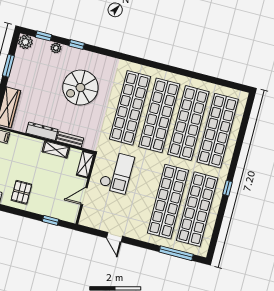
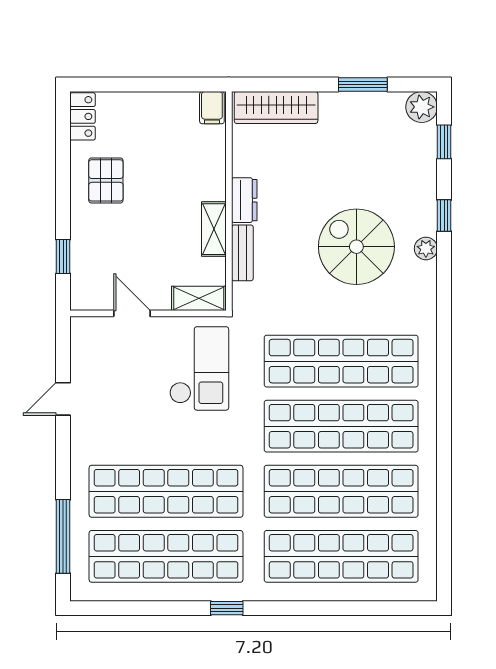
plant: (56, 48) -> (426, 249), moved
dresser: (42, 131) -> (244, 200), width x0.70
checkout: (117, 172) -> (199, 368), turned -90
pallet: (21, 192) -> (106, 180), turned 90

